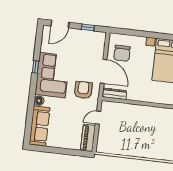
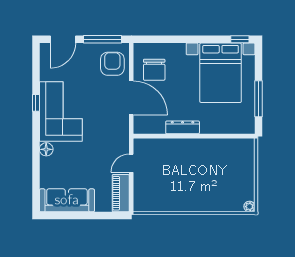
window: (88, 27) -> (102, 39), width x2.17
armchair: (83, 90) -> (112, 64), moved
dresser: (114, 94) -> (183, 127), moved
sofa: (39, 126) -> (67, 200), moved, turned -90

